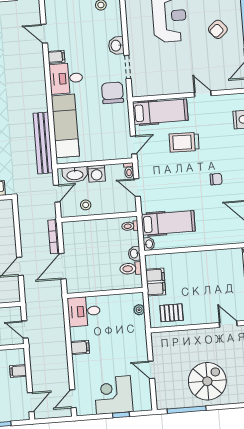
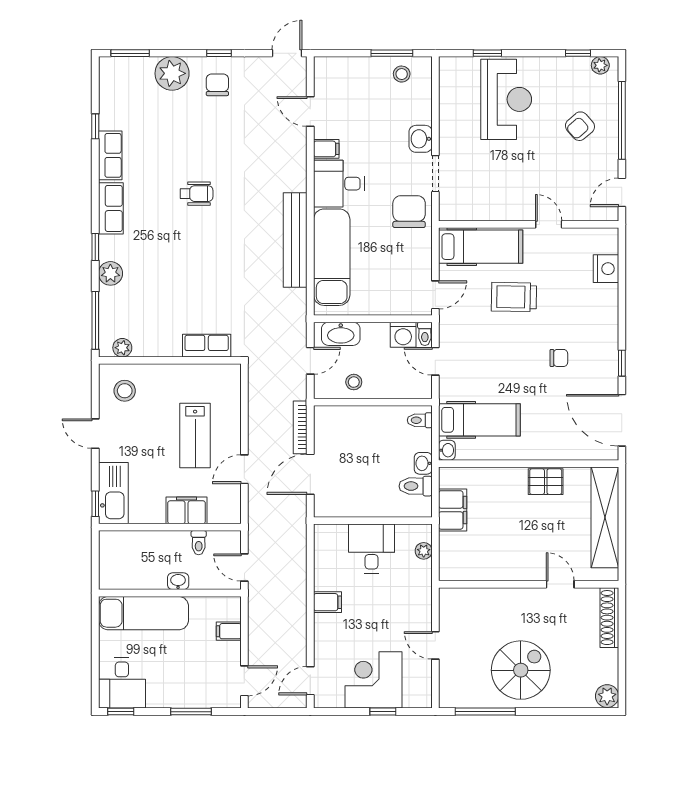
bench: (43, 143) -> (295, 240), moved
washing machine: (97, 174) -> (403, 335), moved
desk: (84, 311) -> (372, 548), moved, turned 90
pallet: (172, 313) -> (546, 482), moved

